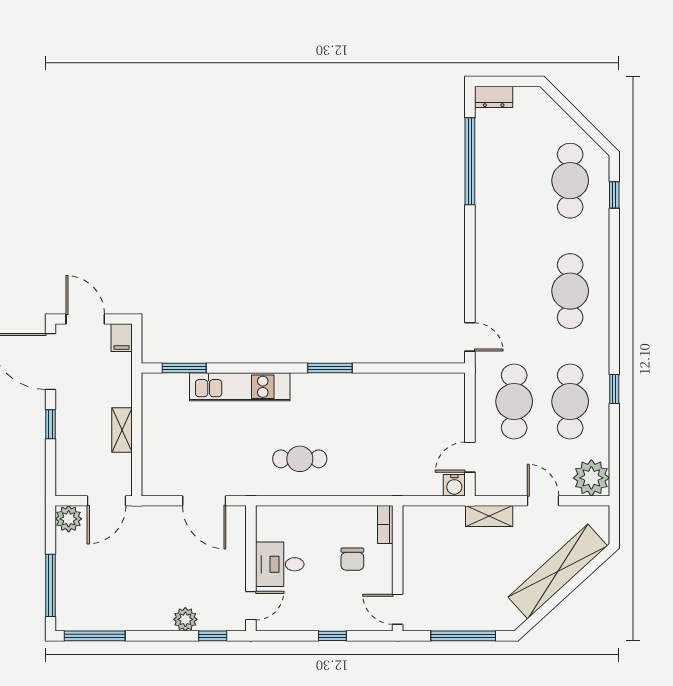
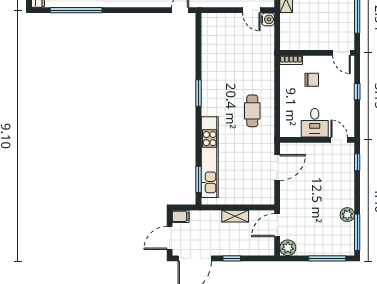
kitchen unit: (240, 387) -> (210, 157), width x1.36
door: (107, 501) -> (277, 225), swing flipped
door: (398, 609) -> (341, 53), hinge flipped
plant: (185, 619) -> (347, 215), moved

